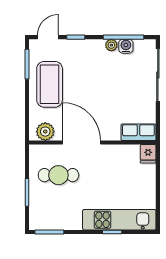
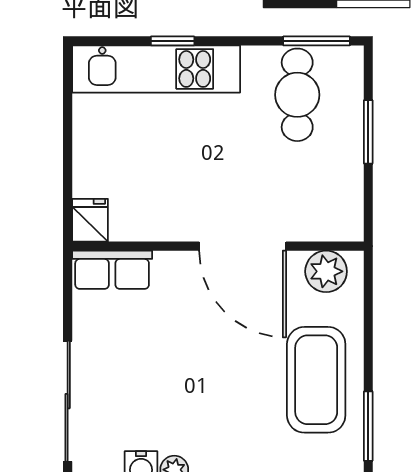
cafe table: (58, 175) -> (297, 95), moved, turned 90

